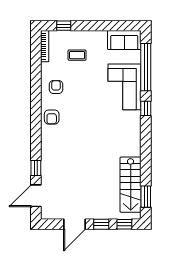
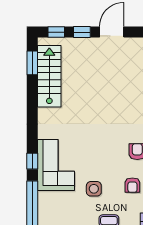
side table: (91, 84) -> (94, 189), added
corner sofa: (125, 87) -> (56, 165), moved

